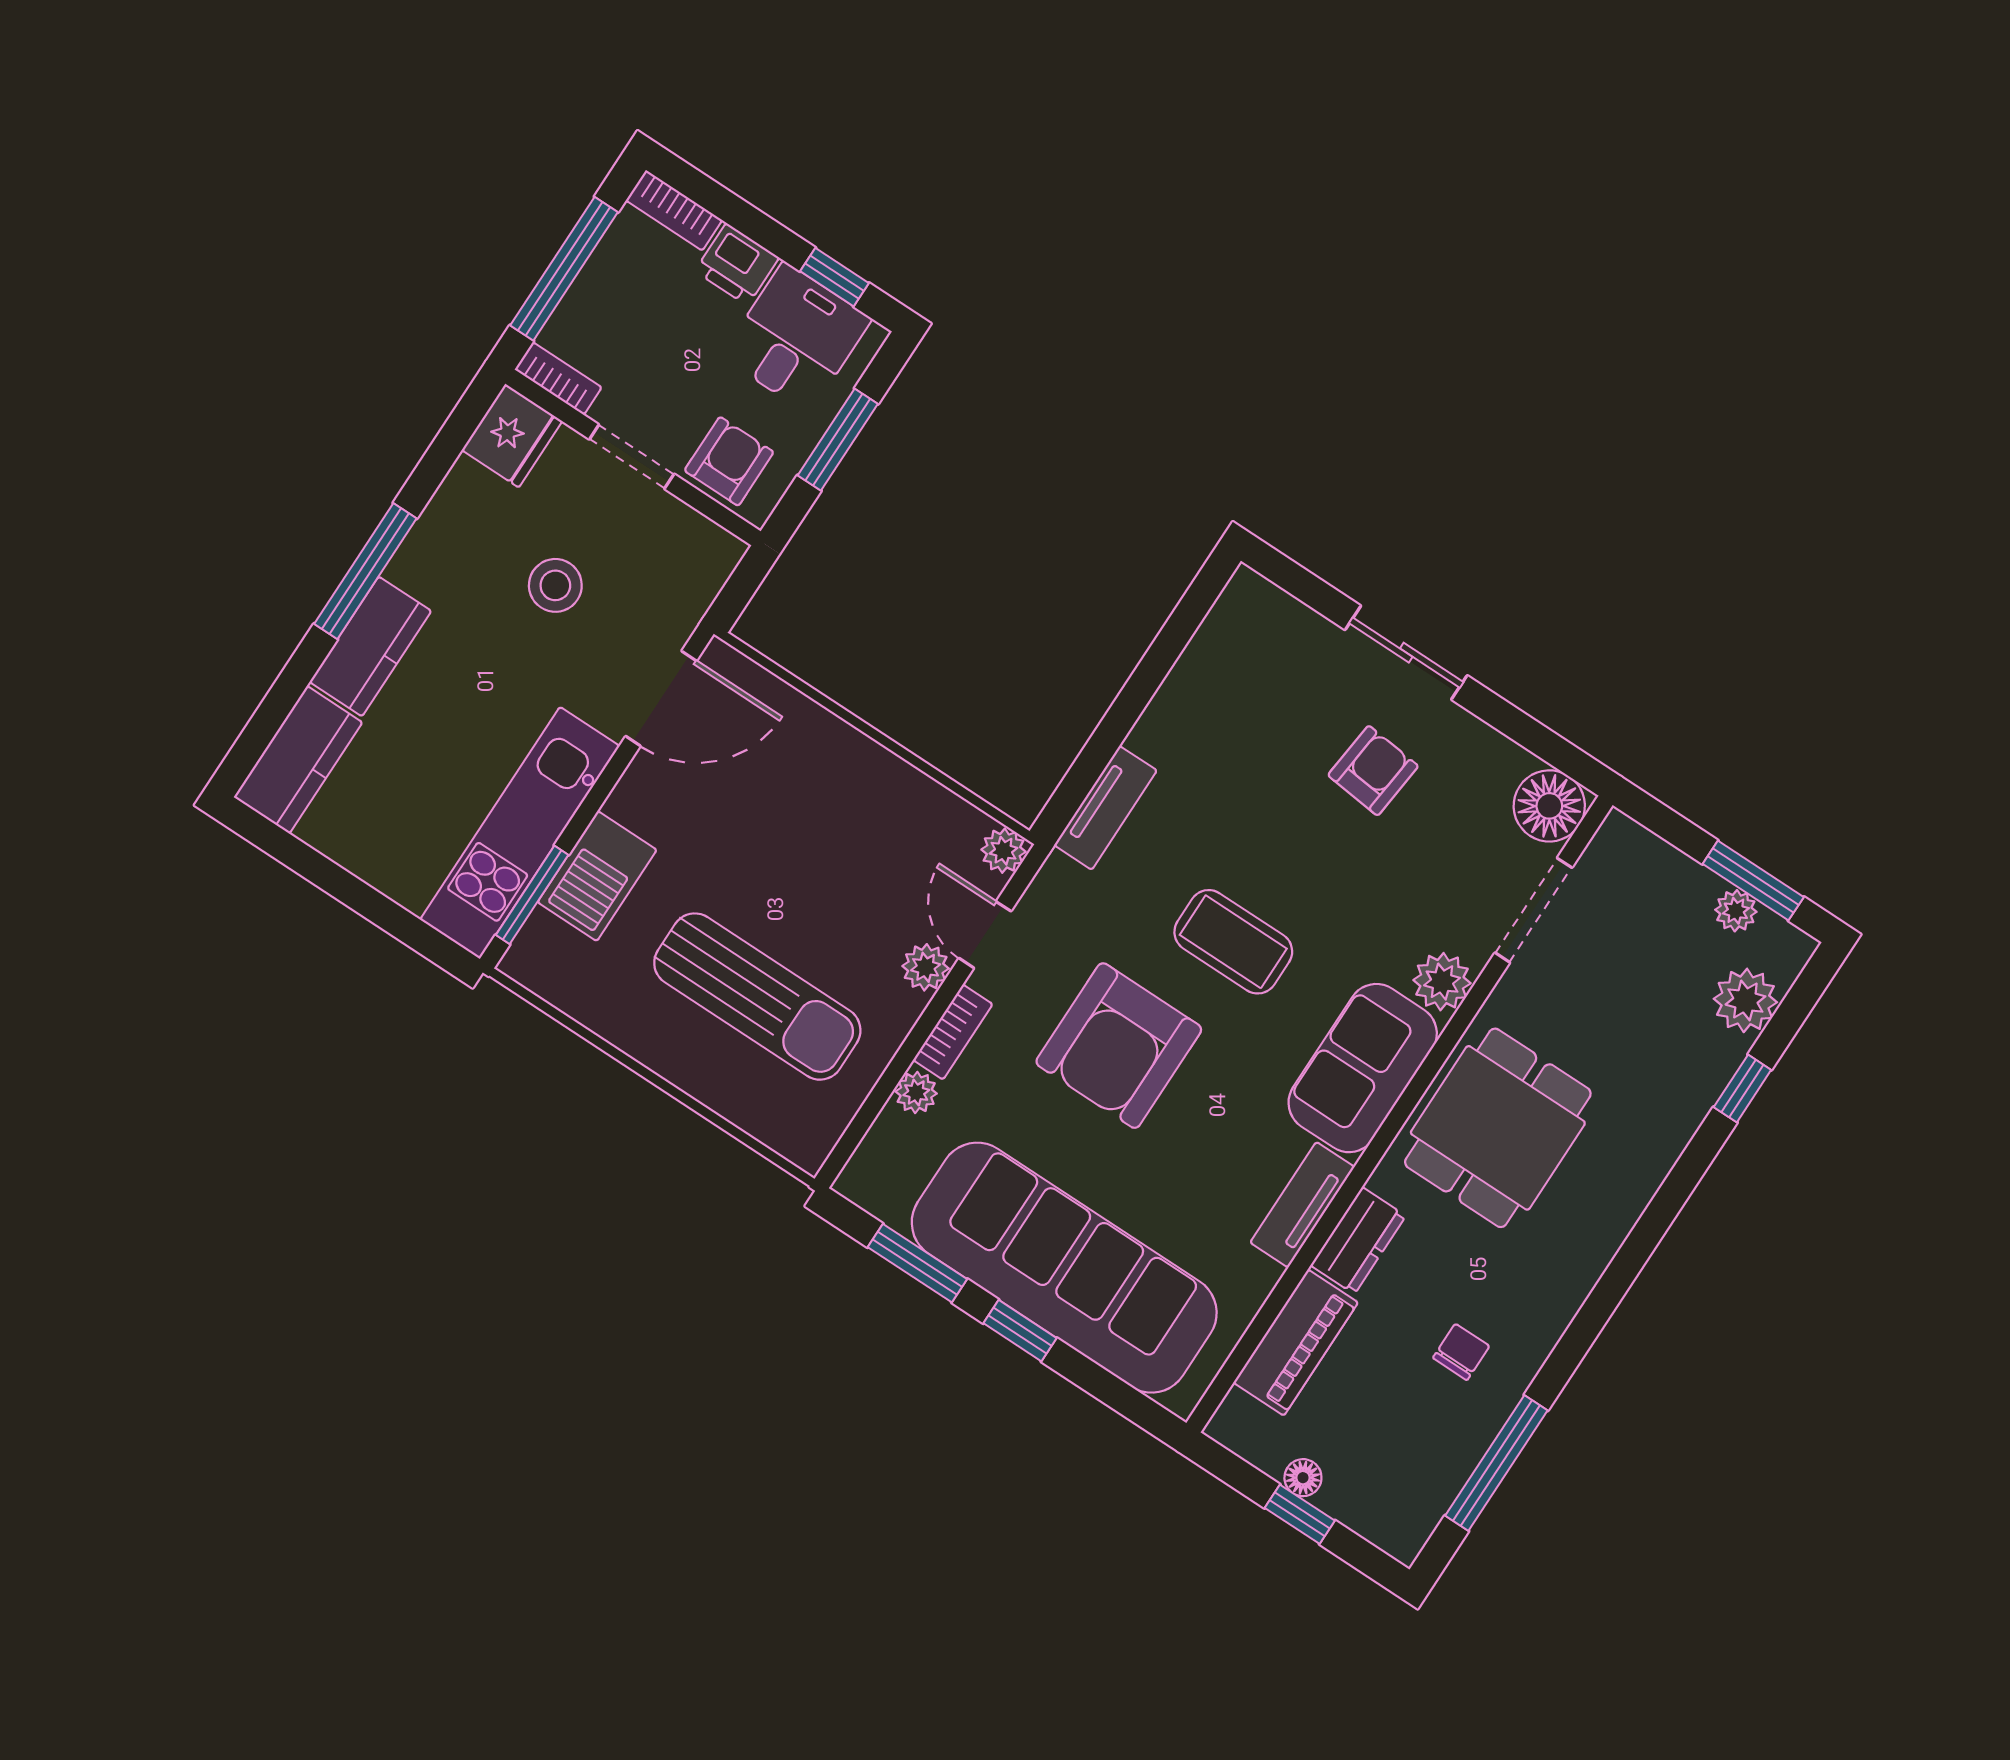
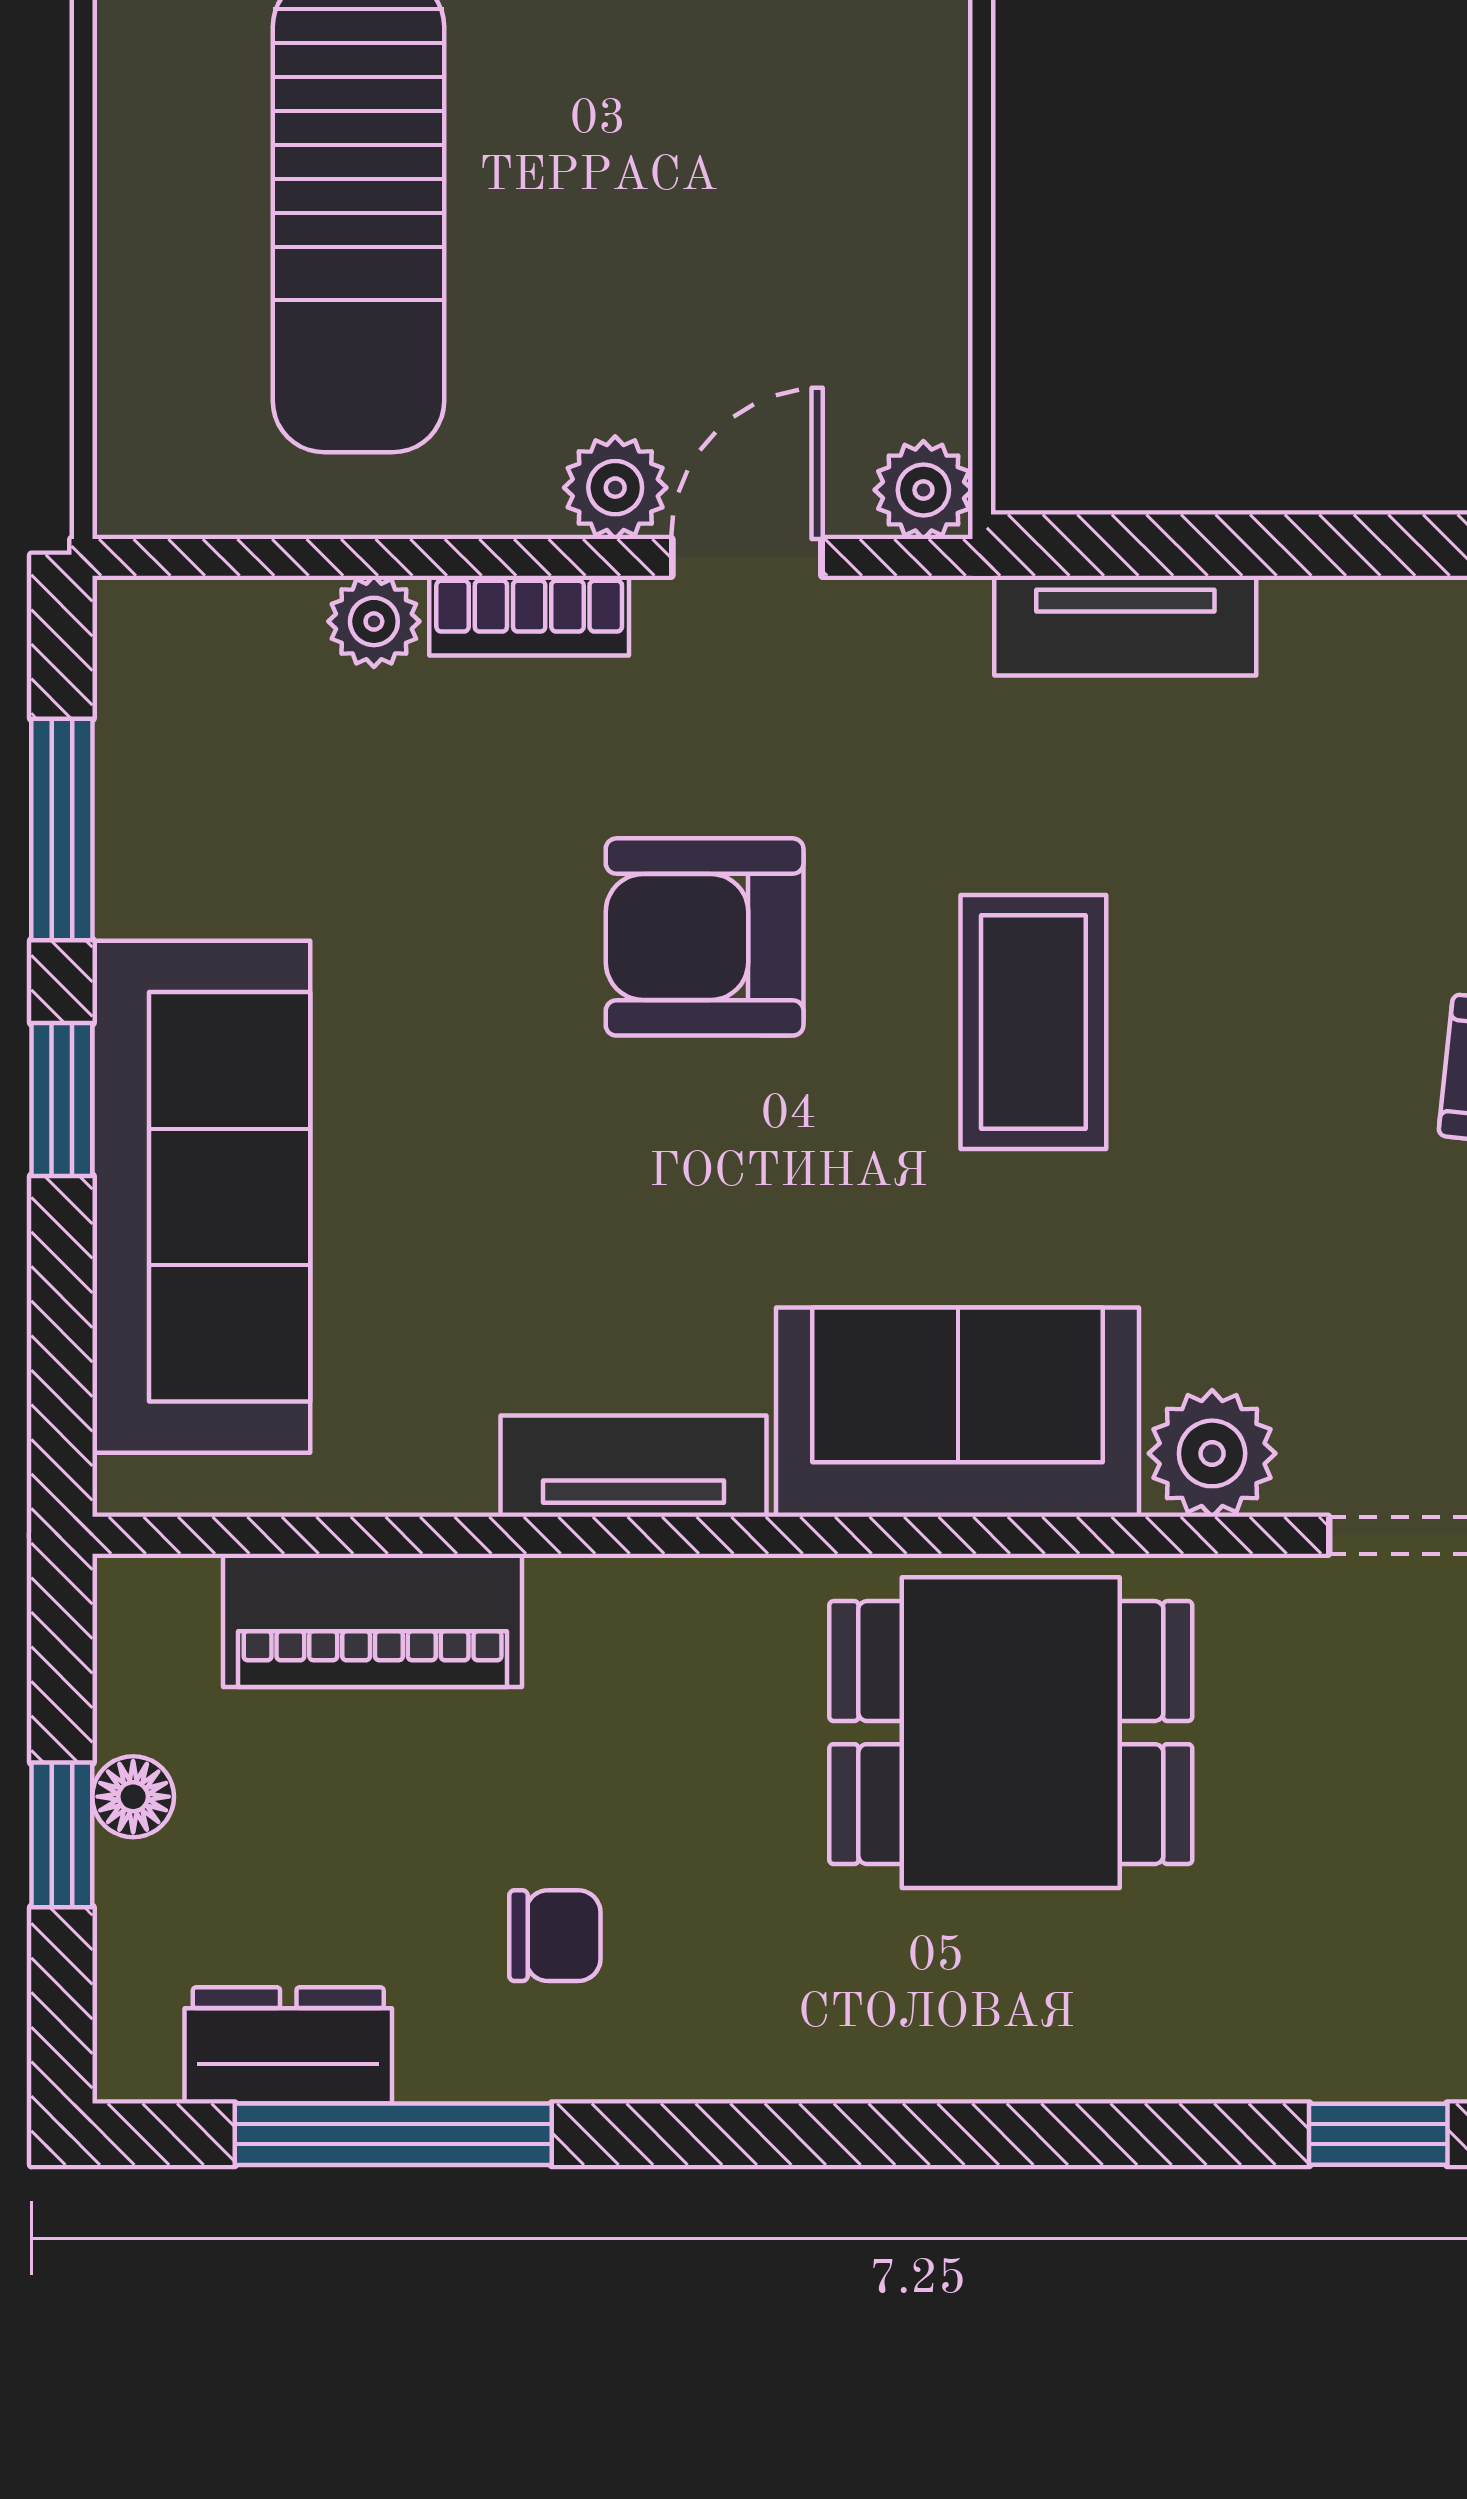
armchair: (1119, 1046) -> (705, 937), width x0.73, depth x0.73
dresser: (1358, 1241) -> (288, 2045), moved, turned 180
sofa: (1064, 1268) -> (201, 1197), width x0.74, depth x0.79

